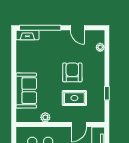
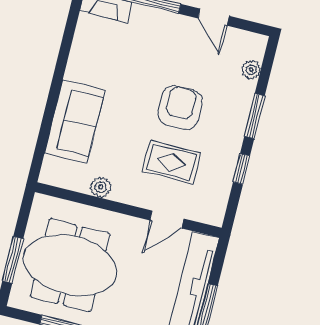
window: (107, 68) -> (255, 116), added

